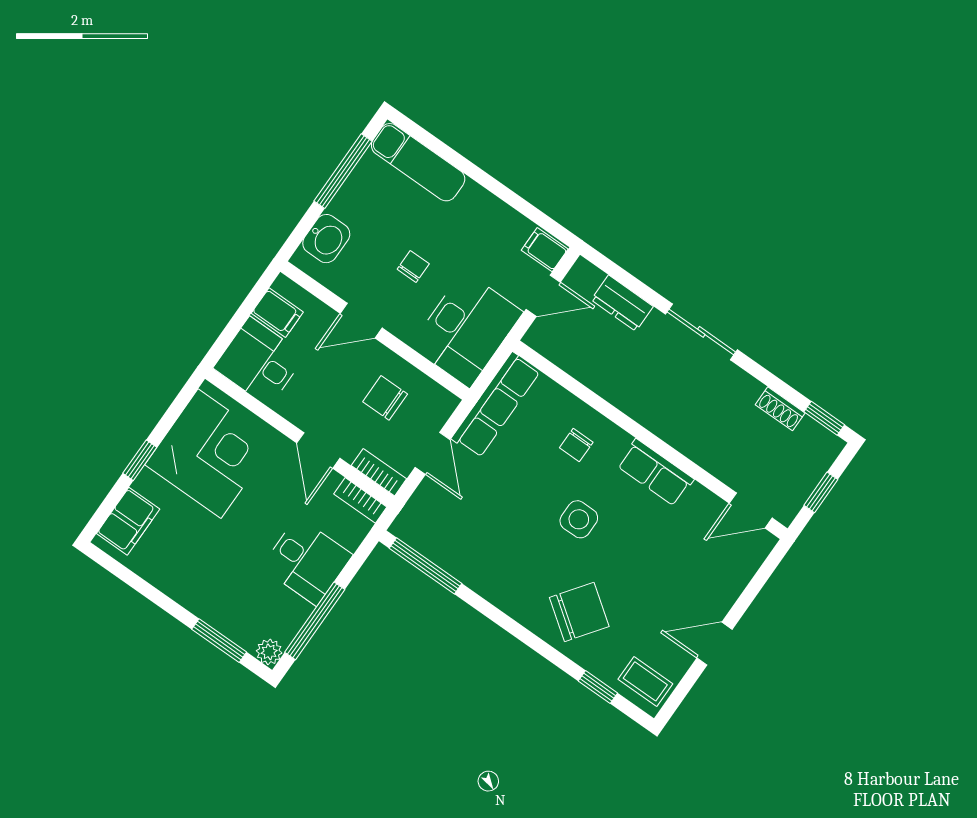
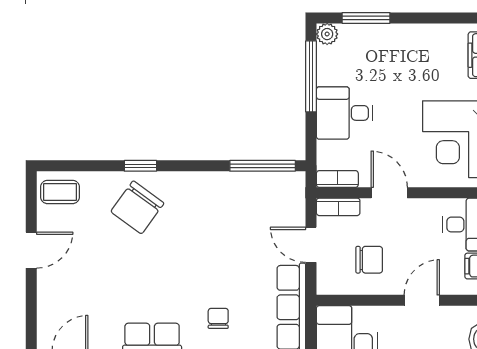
side table: (579, 519) -> (181, 270), removed
window: (598, 687) -> (140, 166), moved

